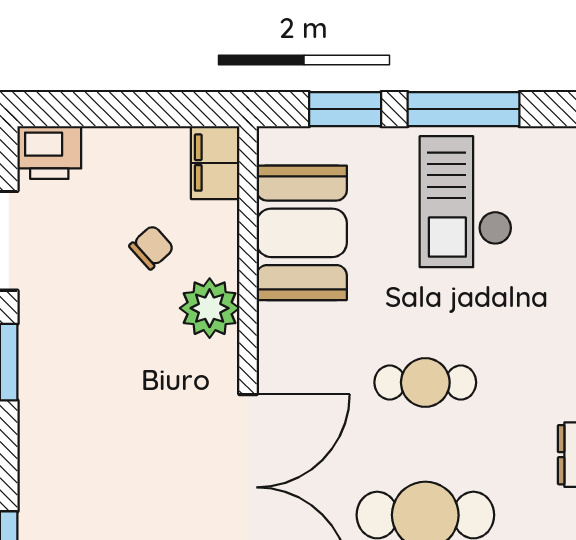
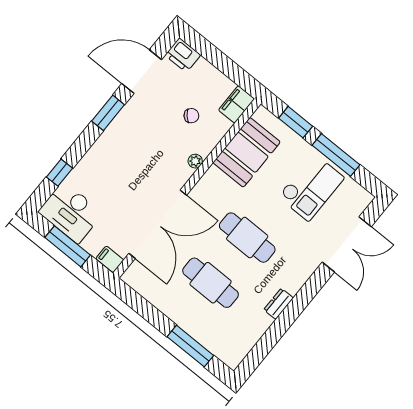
checkout: (466, 202) -> (311, 187), turned 180
plant: (210, 308) -> (195, 161), width x0.53, depth x0.53
cafe table: (425, 382) -> (247, 238), width x1.37, depth x1.35

